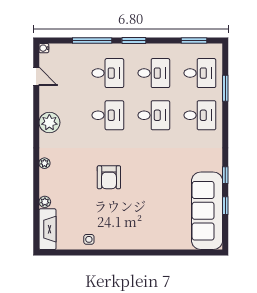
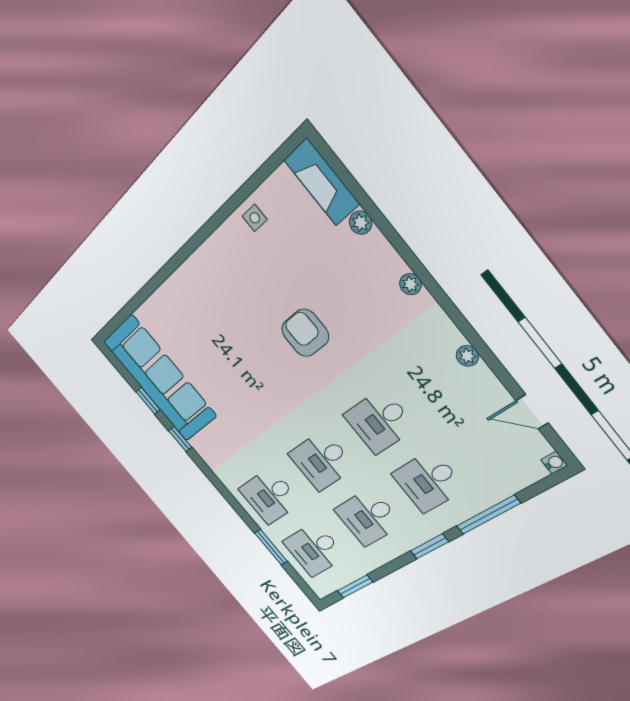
plant: (49, 123) -> (467, 356), width x0.53, depth x0.53

